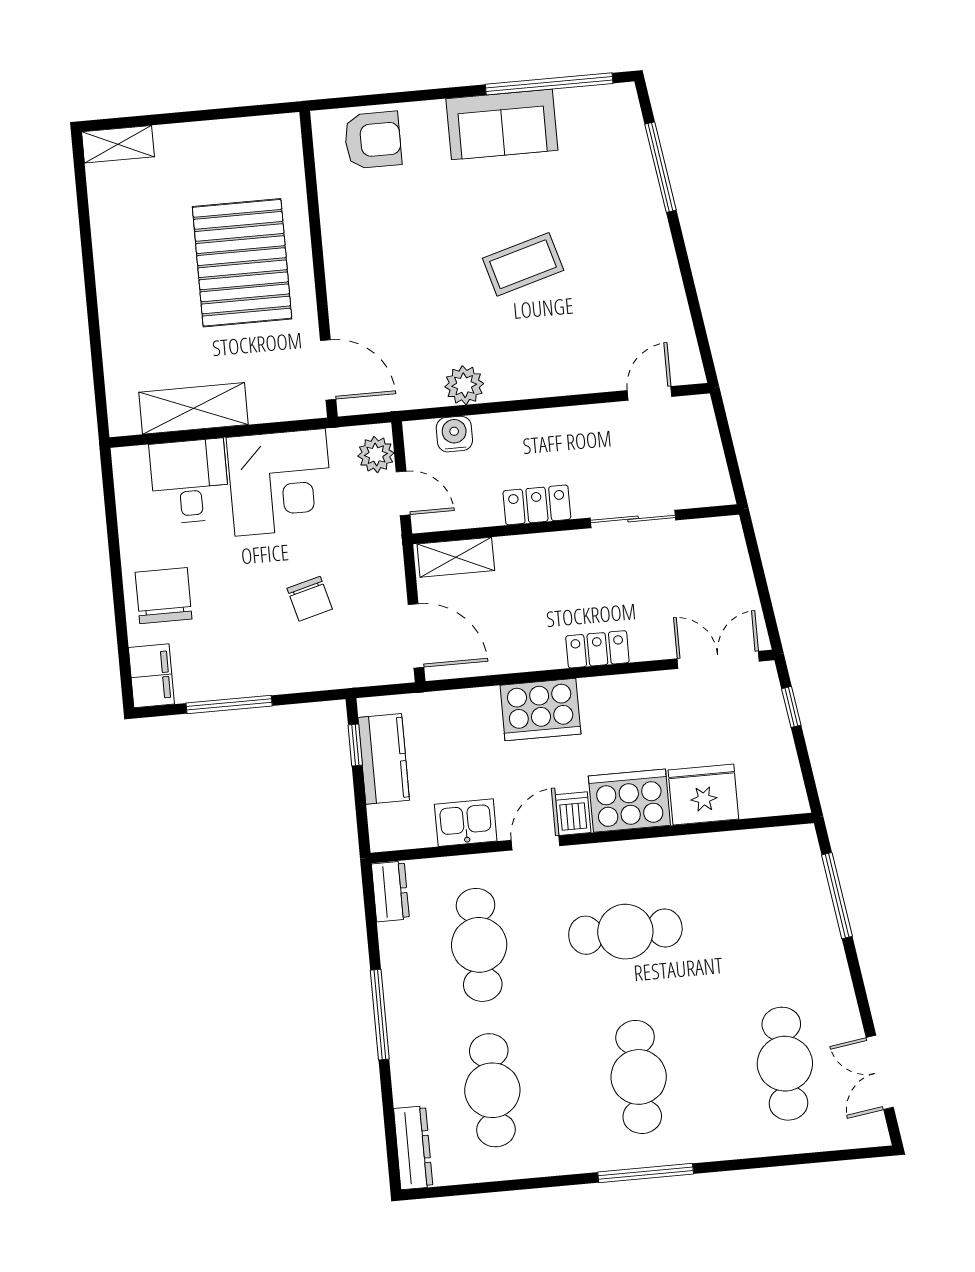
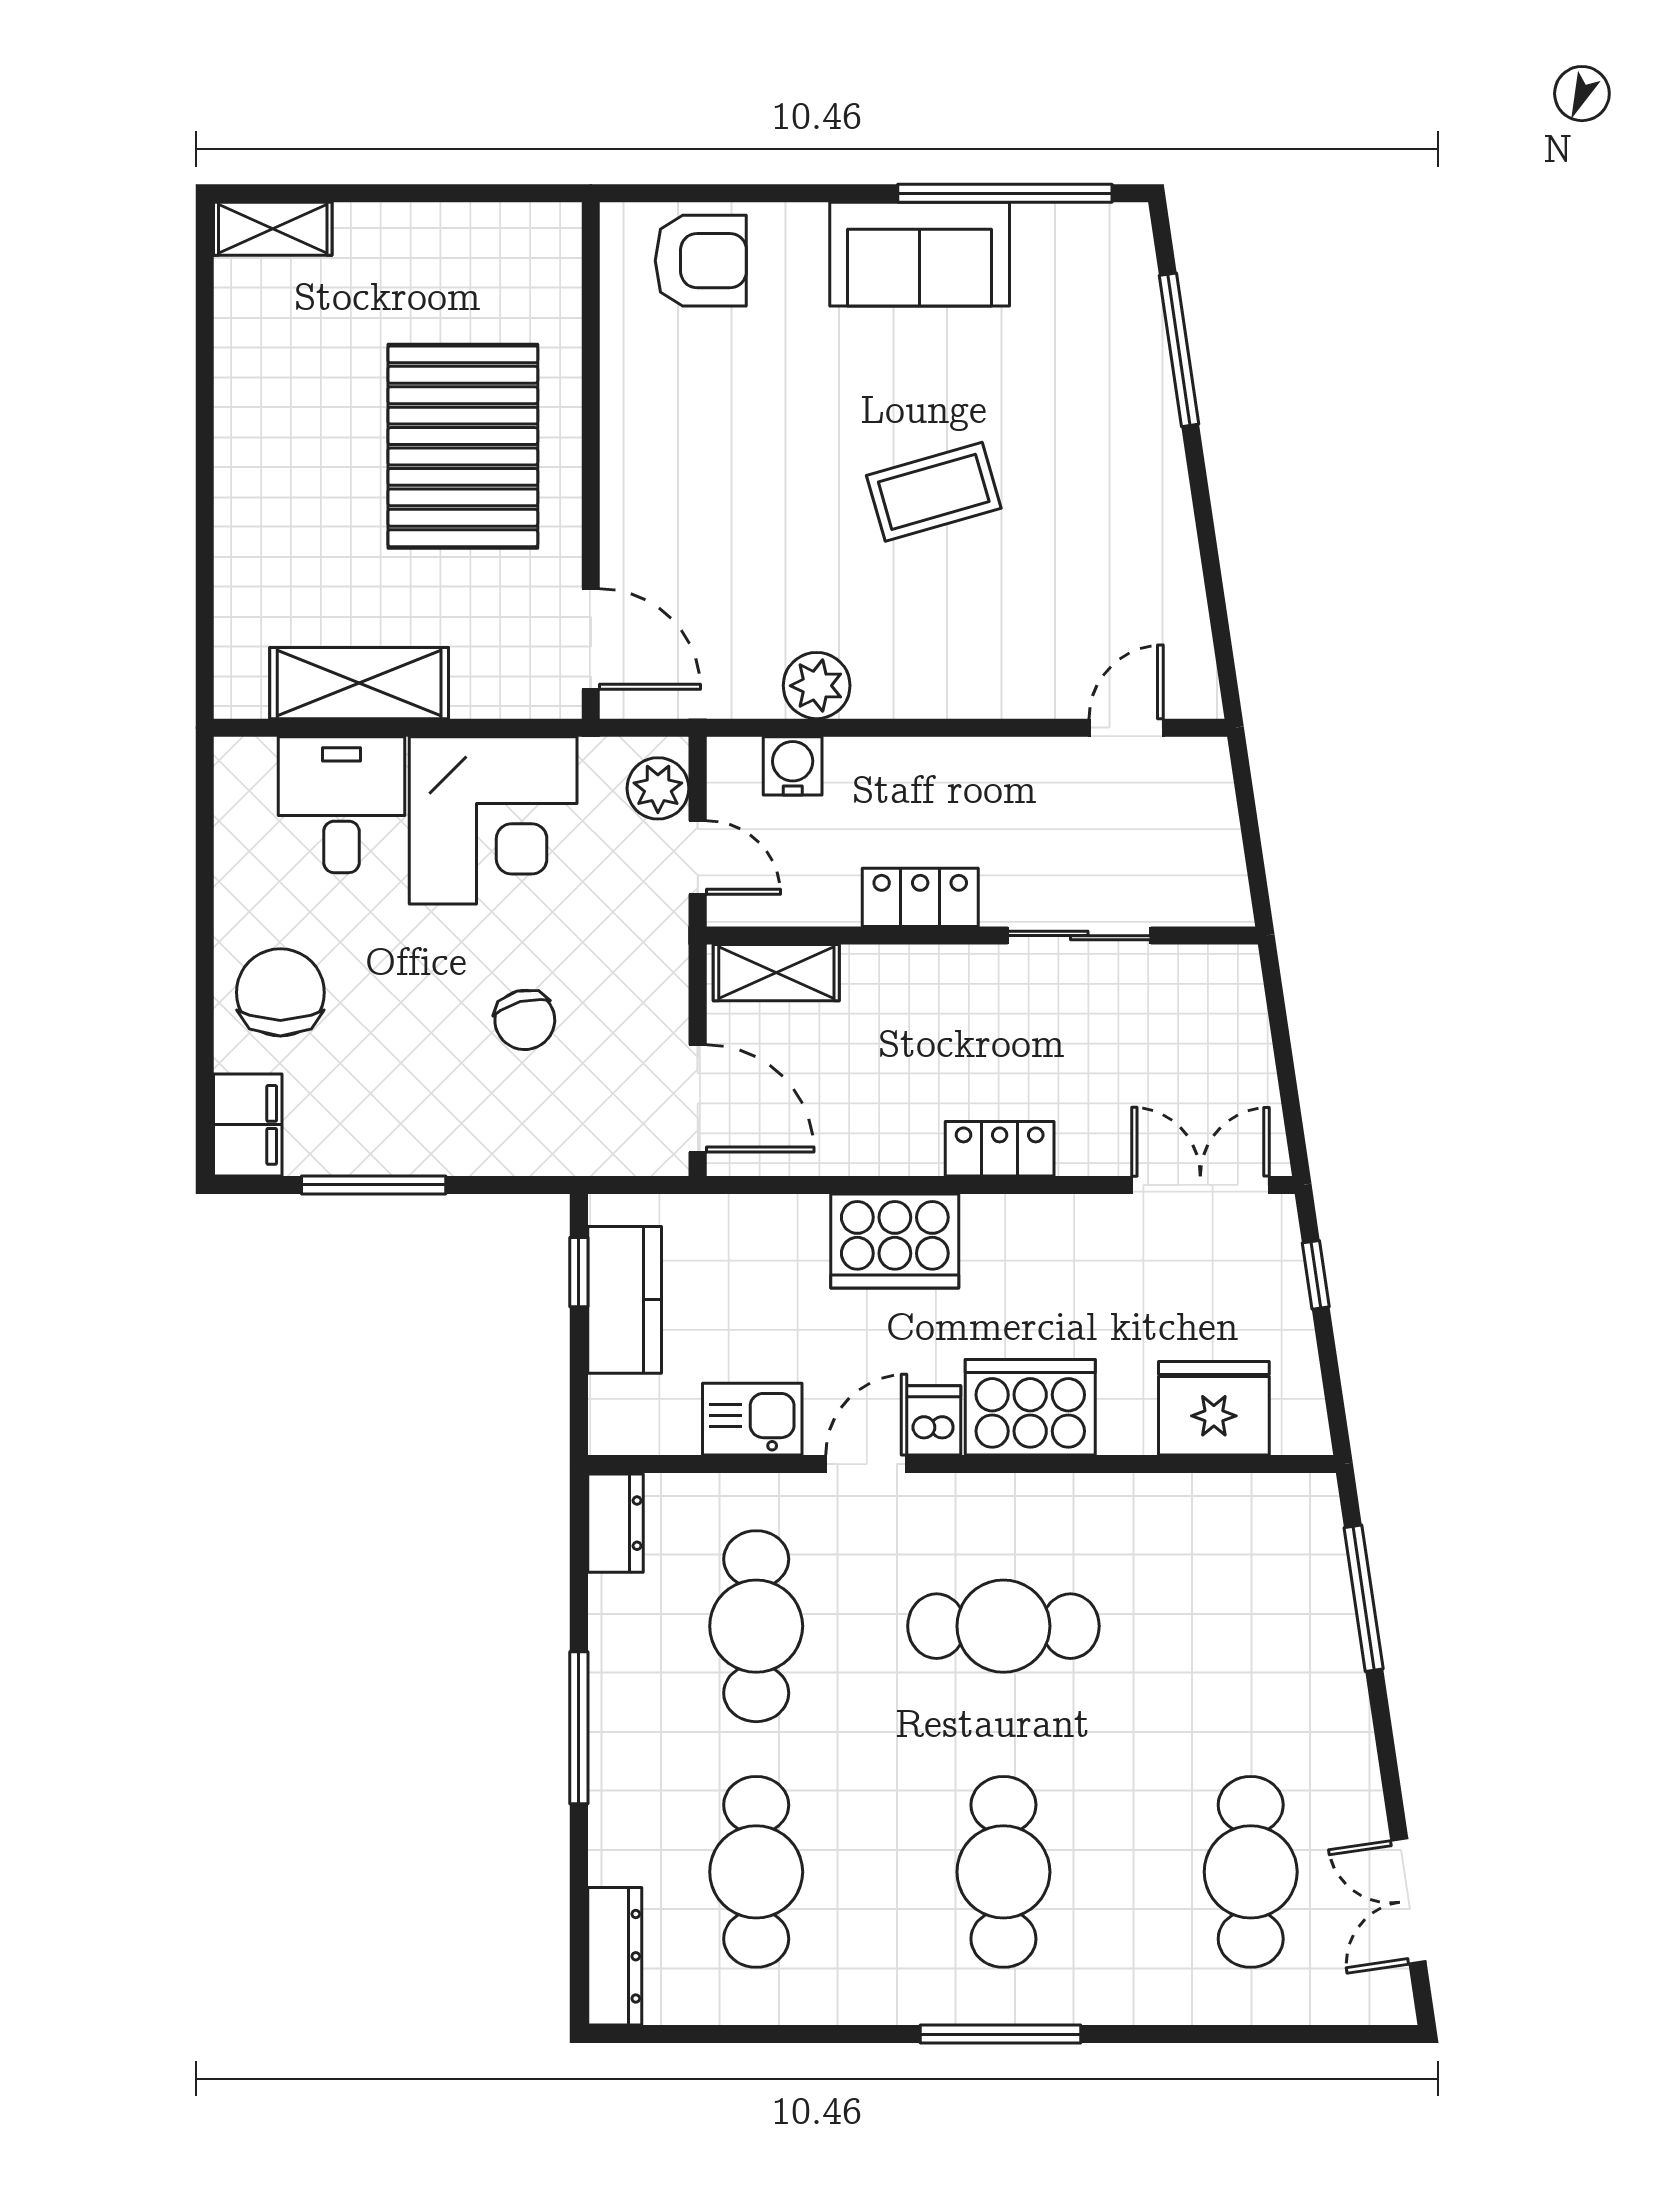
fridge: (703, 795) -> (1214, 1408), moved

